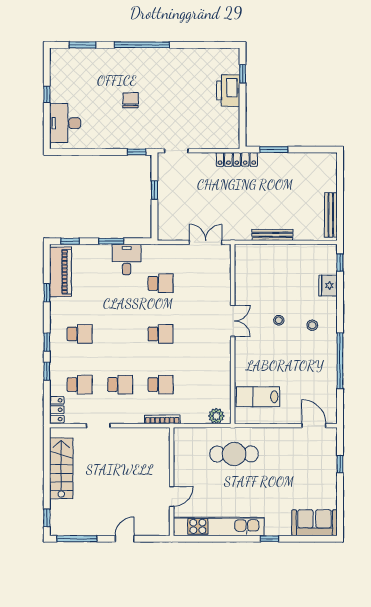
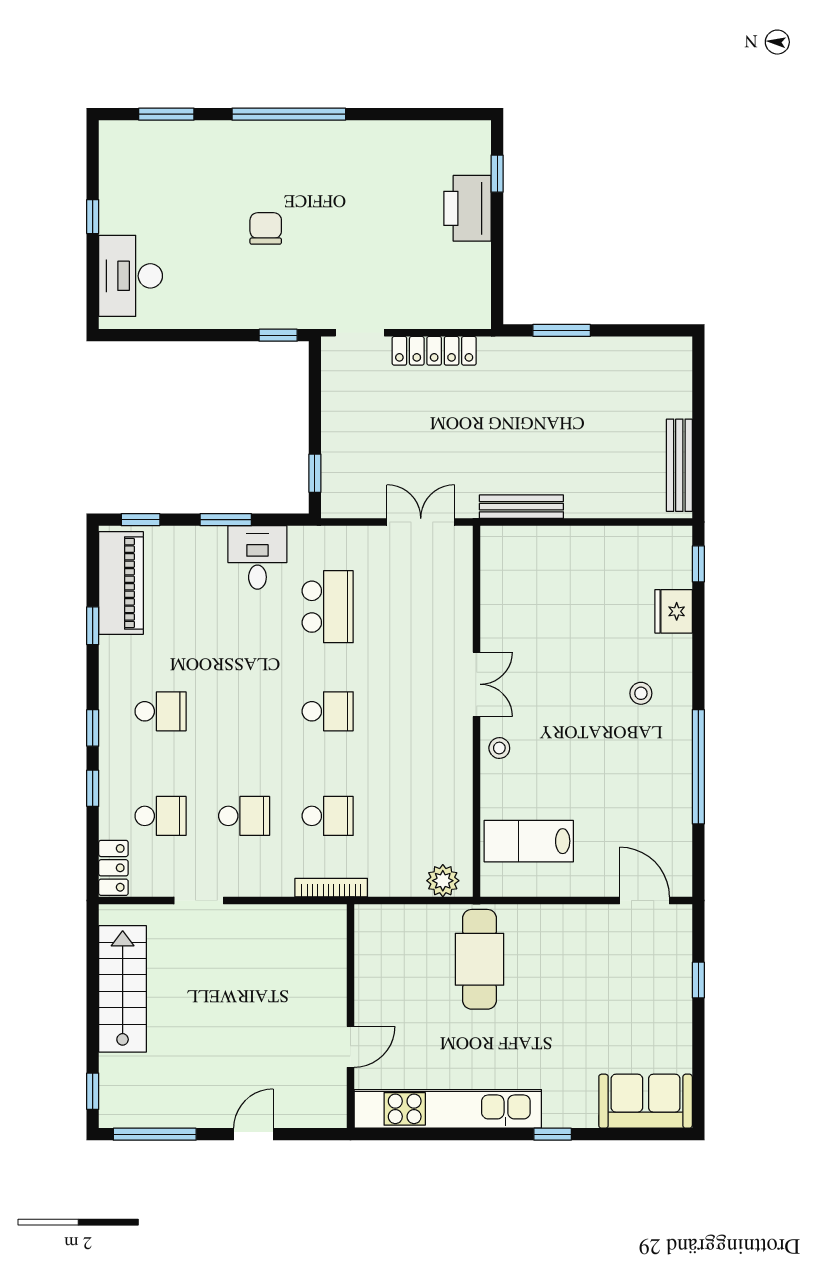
locker: (237, 159) -> (434, 351), moved
window: (154, 190) -> (315, 473), moved
bench: (272, 235) -> (521, 507), moved
school desk: (161, 283) -> (328, 607), width x1.85
stool: (279, 320) -> (499, 748), moved
cafe table: (234, 454) -> (480, 959), turned 90

